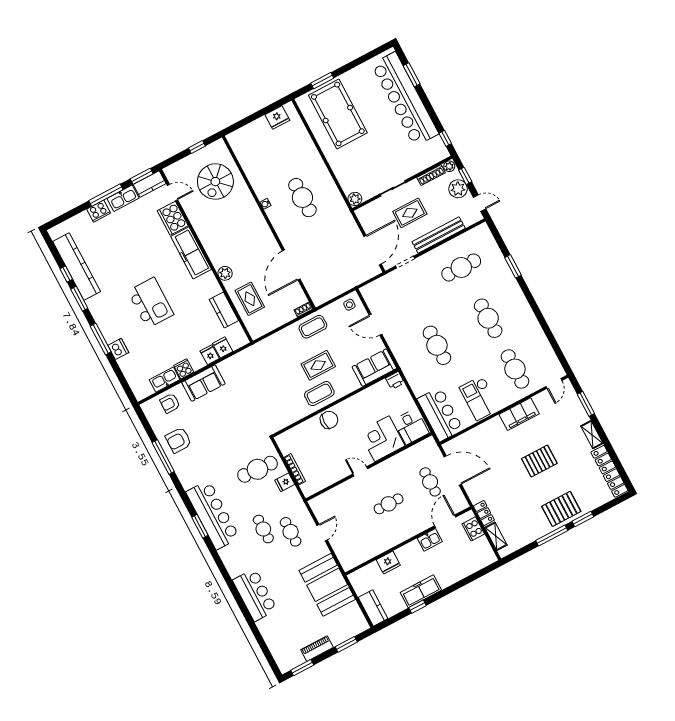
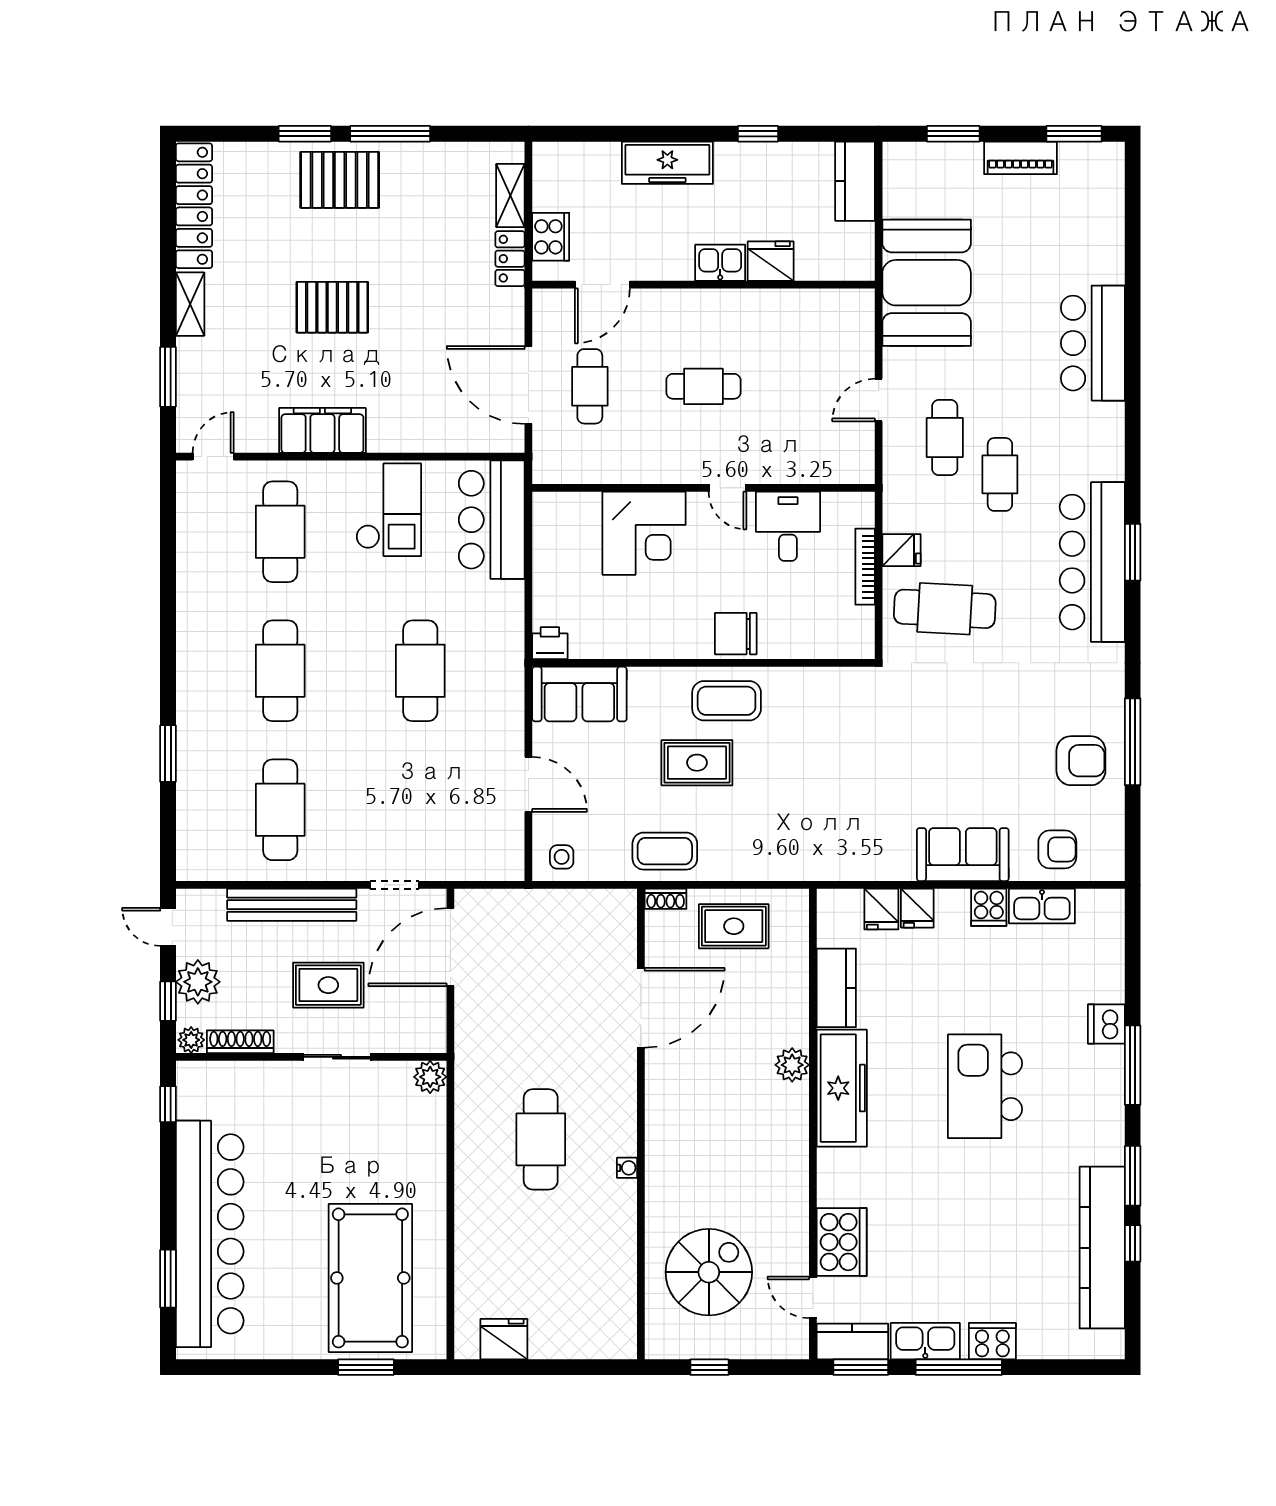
freezer: (191, 253) -> (842, 1088), moved
cafe table: (461, 267) -> (280, 810), turned 90
rug: (250, 299) -> (734, 926), moved, turned 90
desk: (411, 427) -> (788, 526), moved
kitchen sink: (430, 540) -> (720, 263), moved
freezer: (421, 591) -> (667, 163), moved

